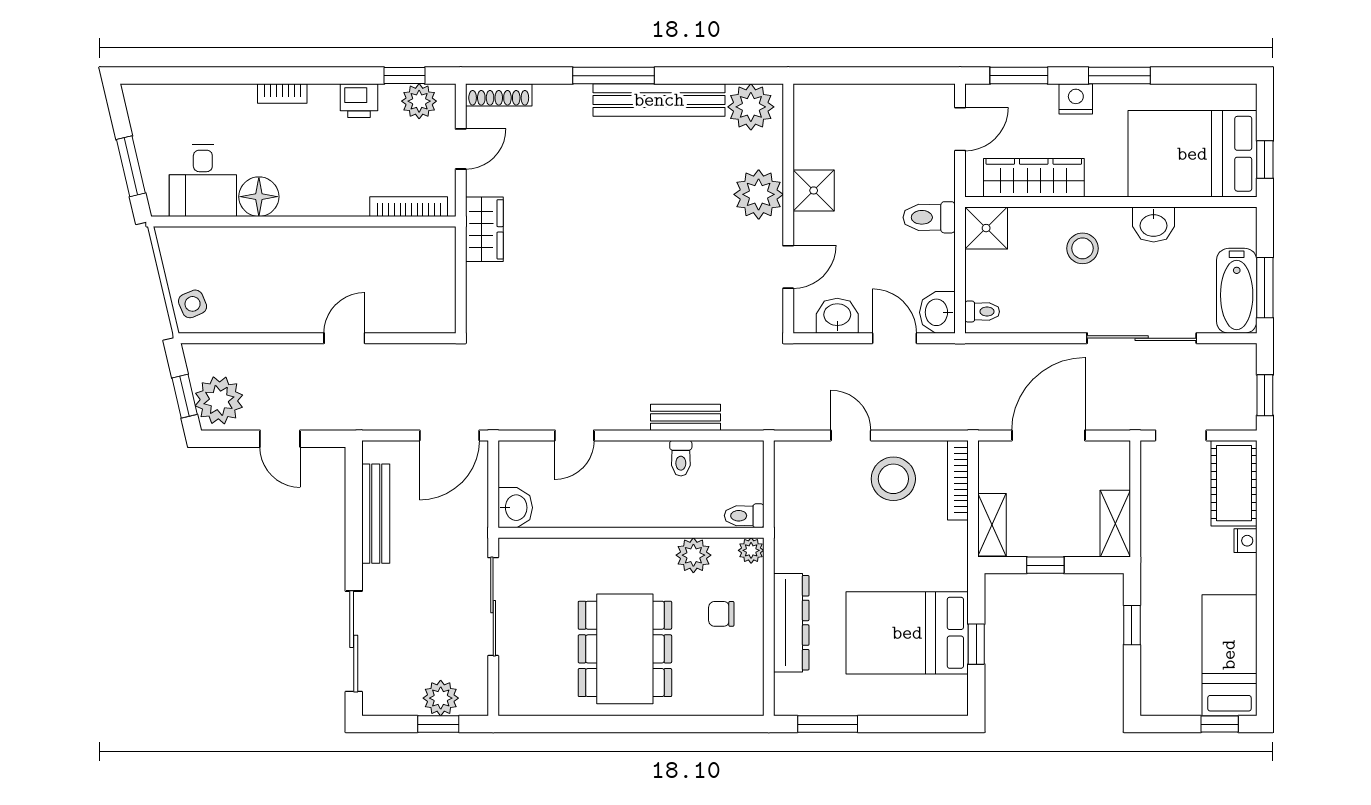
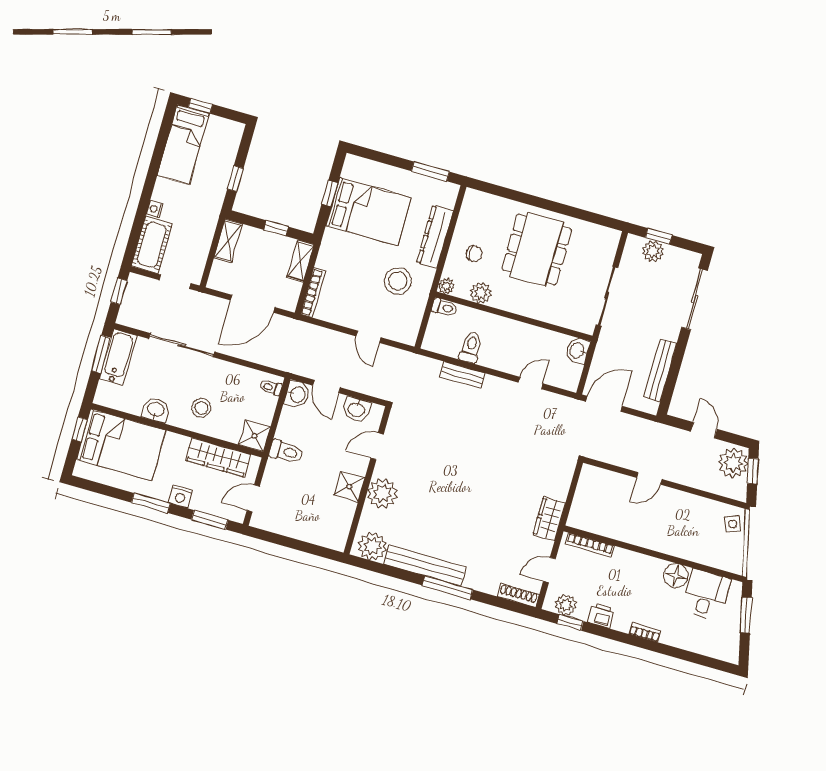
toilet: (681, 458) -> (471, 347), width x1.37, depth x1.39
stool: (893, 479) -> (398, 281), moved

